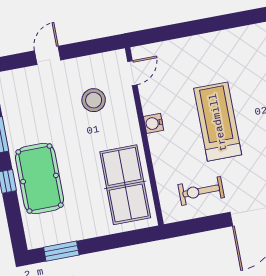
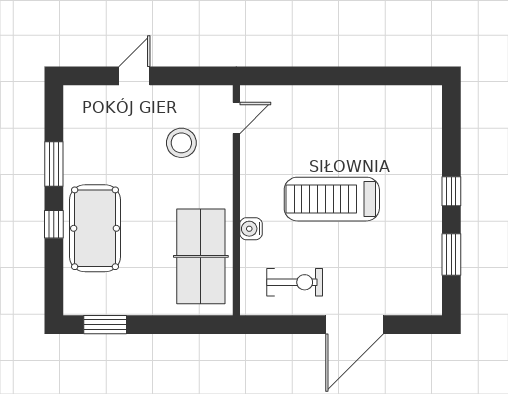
treadmill: (218, 122) -> (332, 199), turned -90
water cooler: (154, 123) -> (251, 229), moved
exercise bike: (201, 191) -> (295, 282), turned 180

